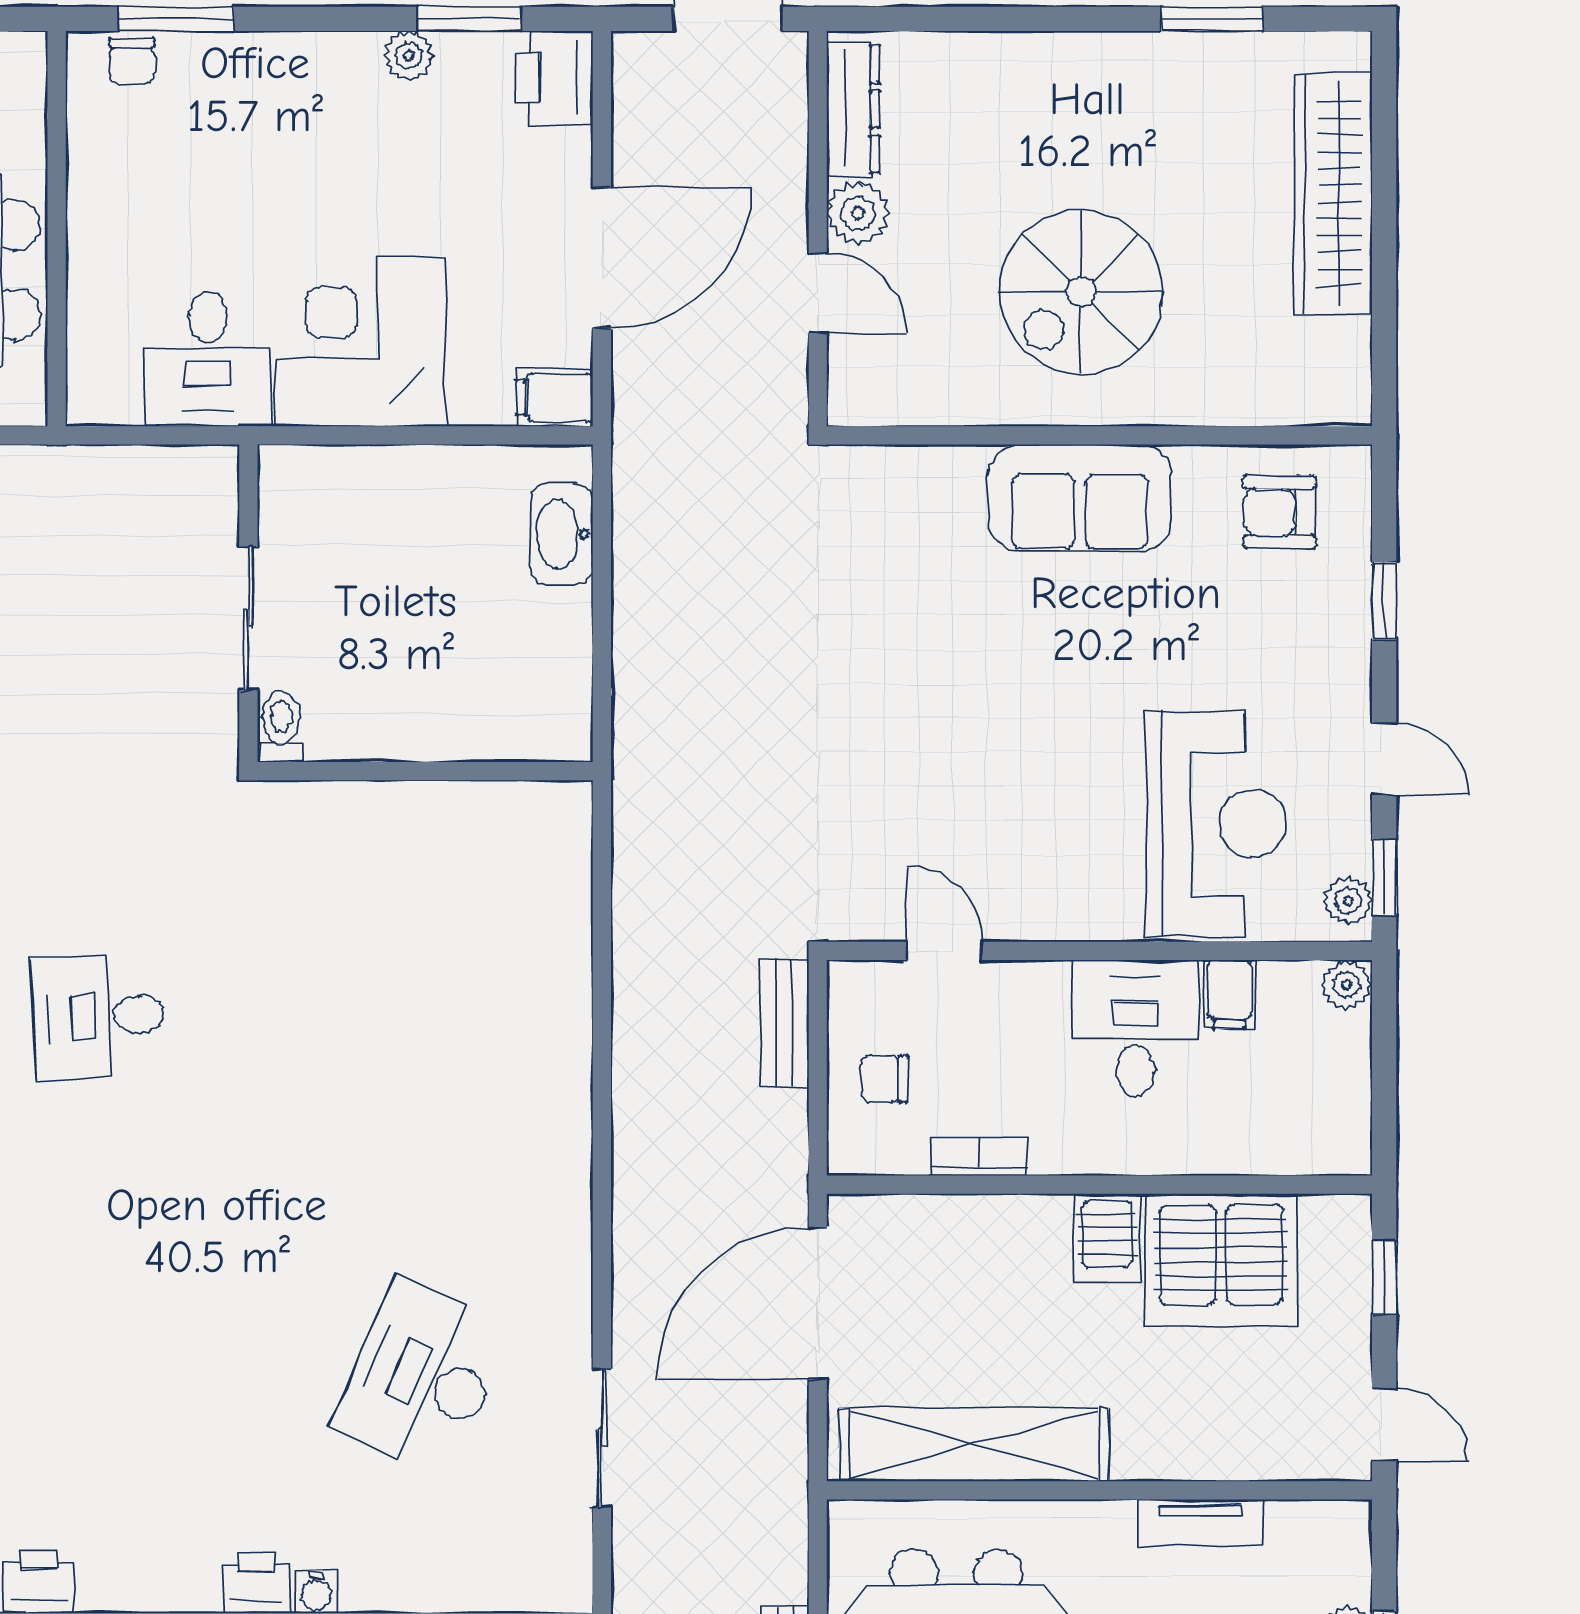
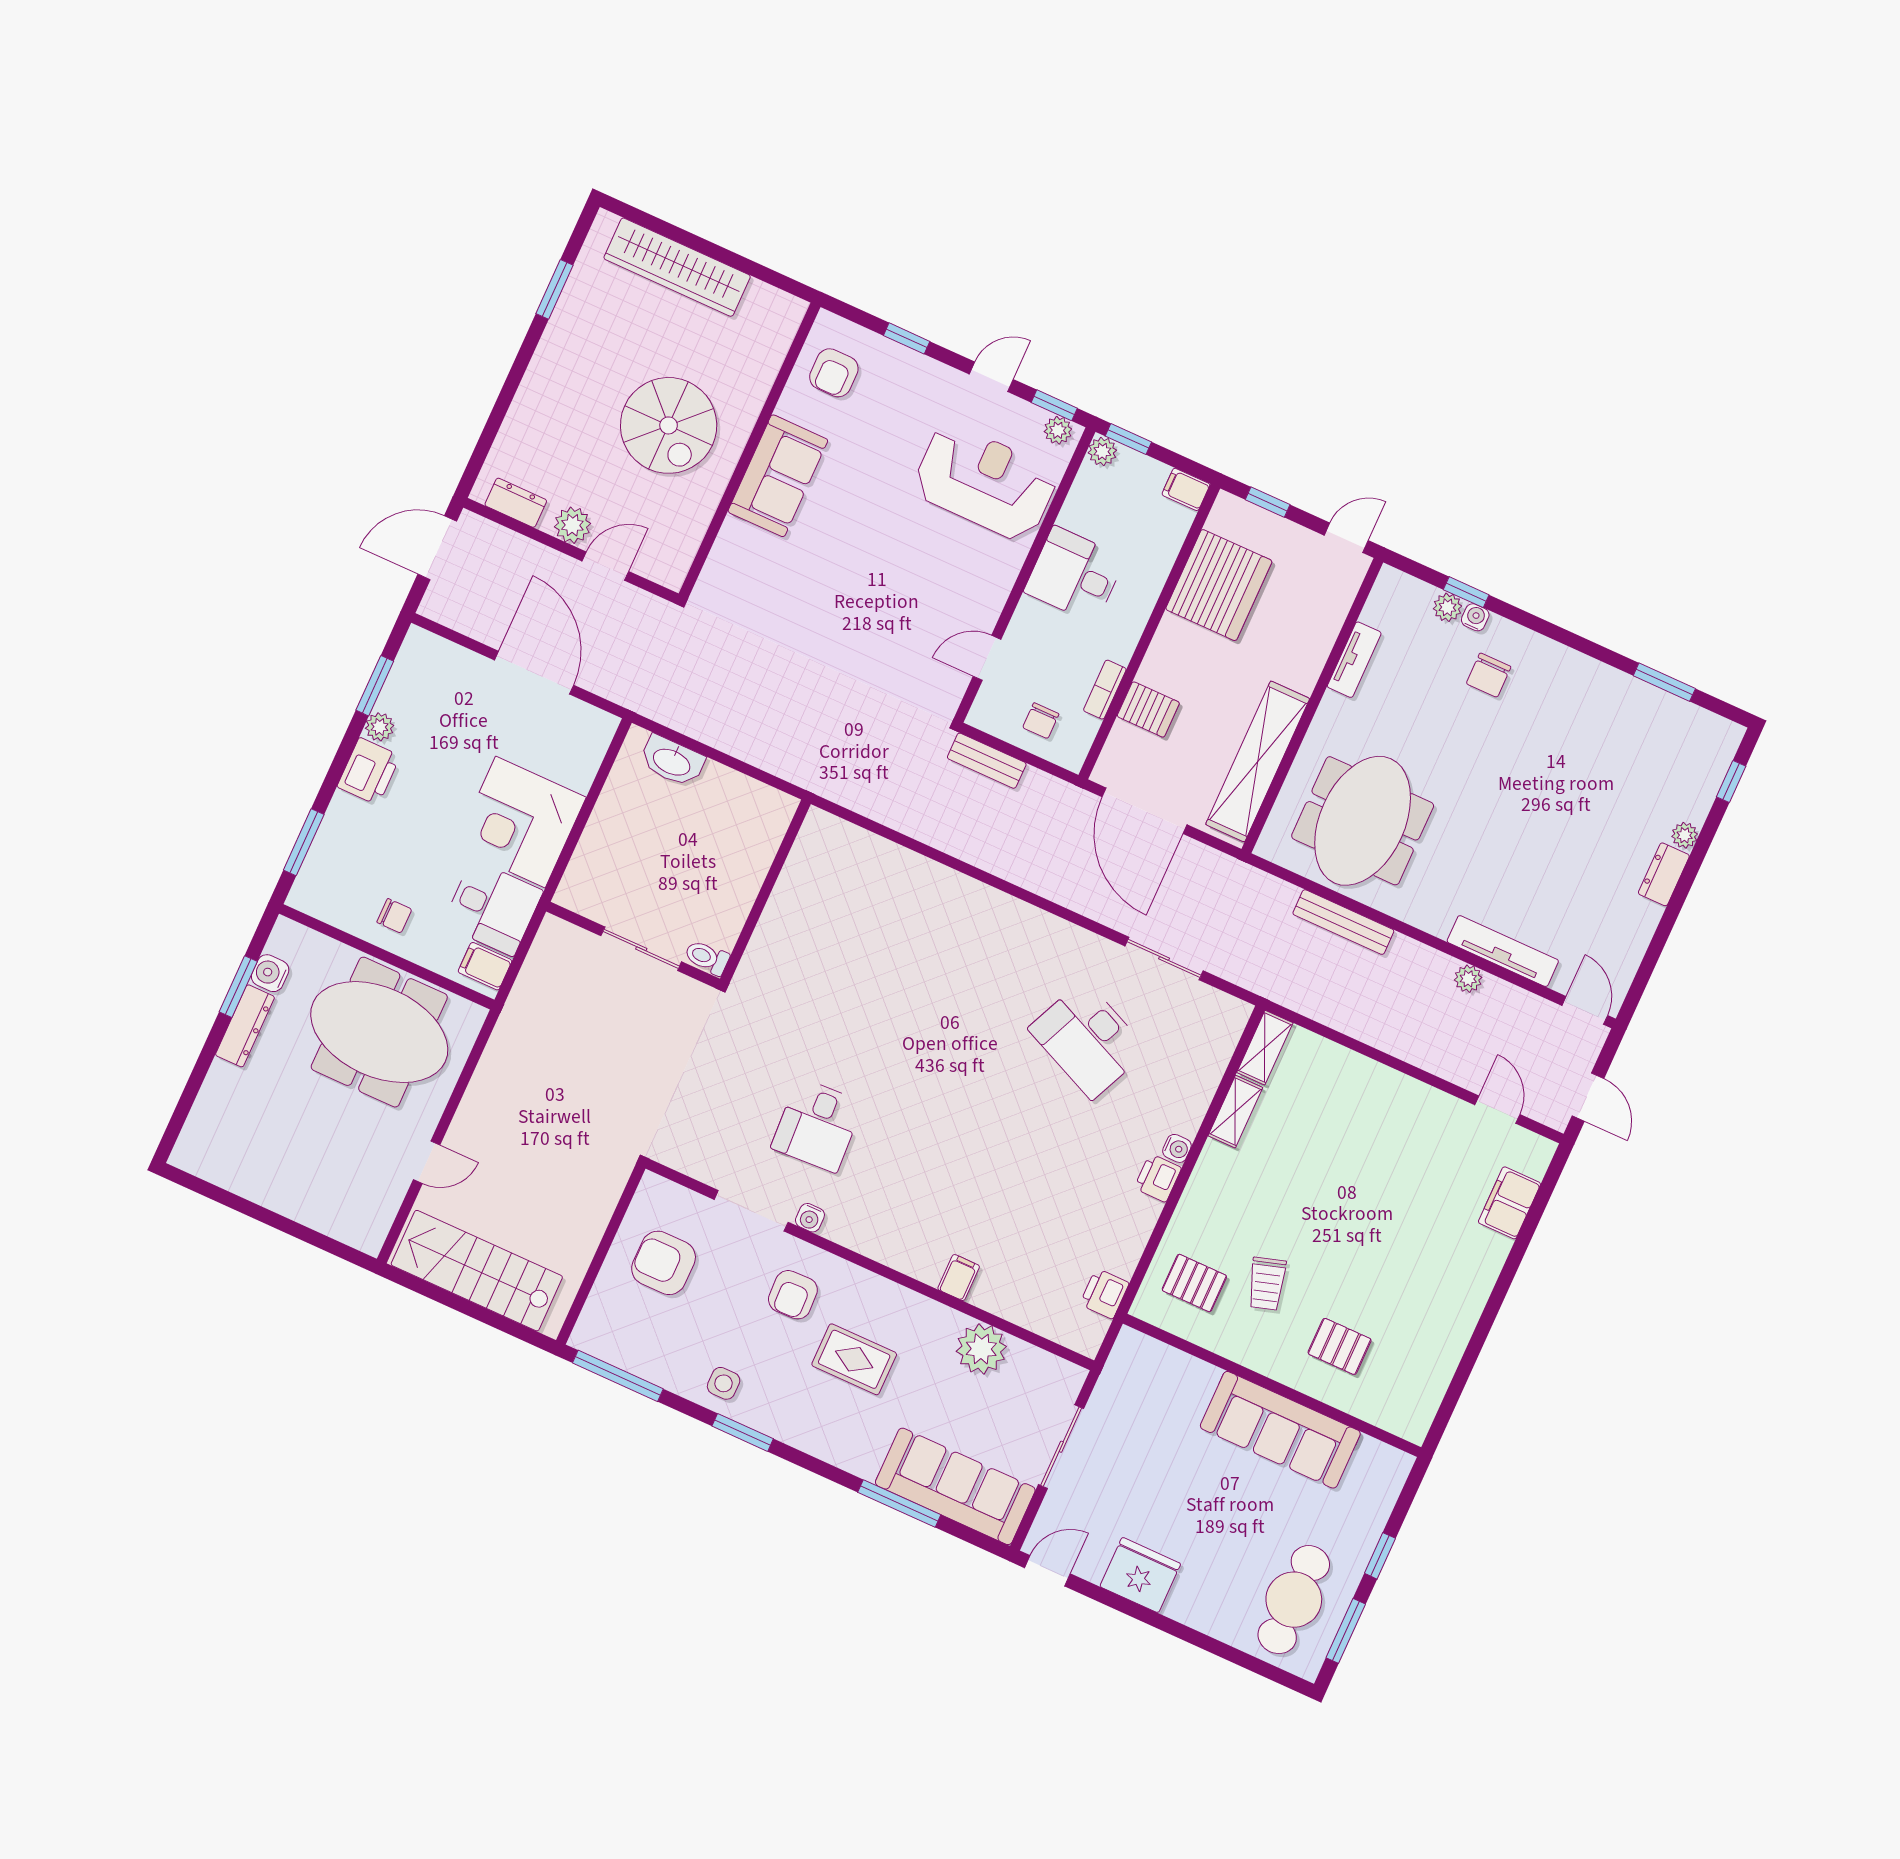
chair: (132, 61) -> (394, 916), moved
printer: (554, 78) -> (369, 771), moved, turned -90
dresser: (853, 109) -> (516, 503), width x0.70
filing cabinet: (555, 398) -> (485, 966), moved, turned 90
filing cabinet: (1229, 994) -> (1186, 489), moved, turned 180
window: (1384, 1016) -> (1128, 439), added
server rack: (1107, 1238) -> (1148, 709), moved

